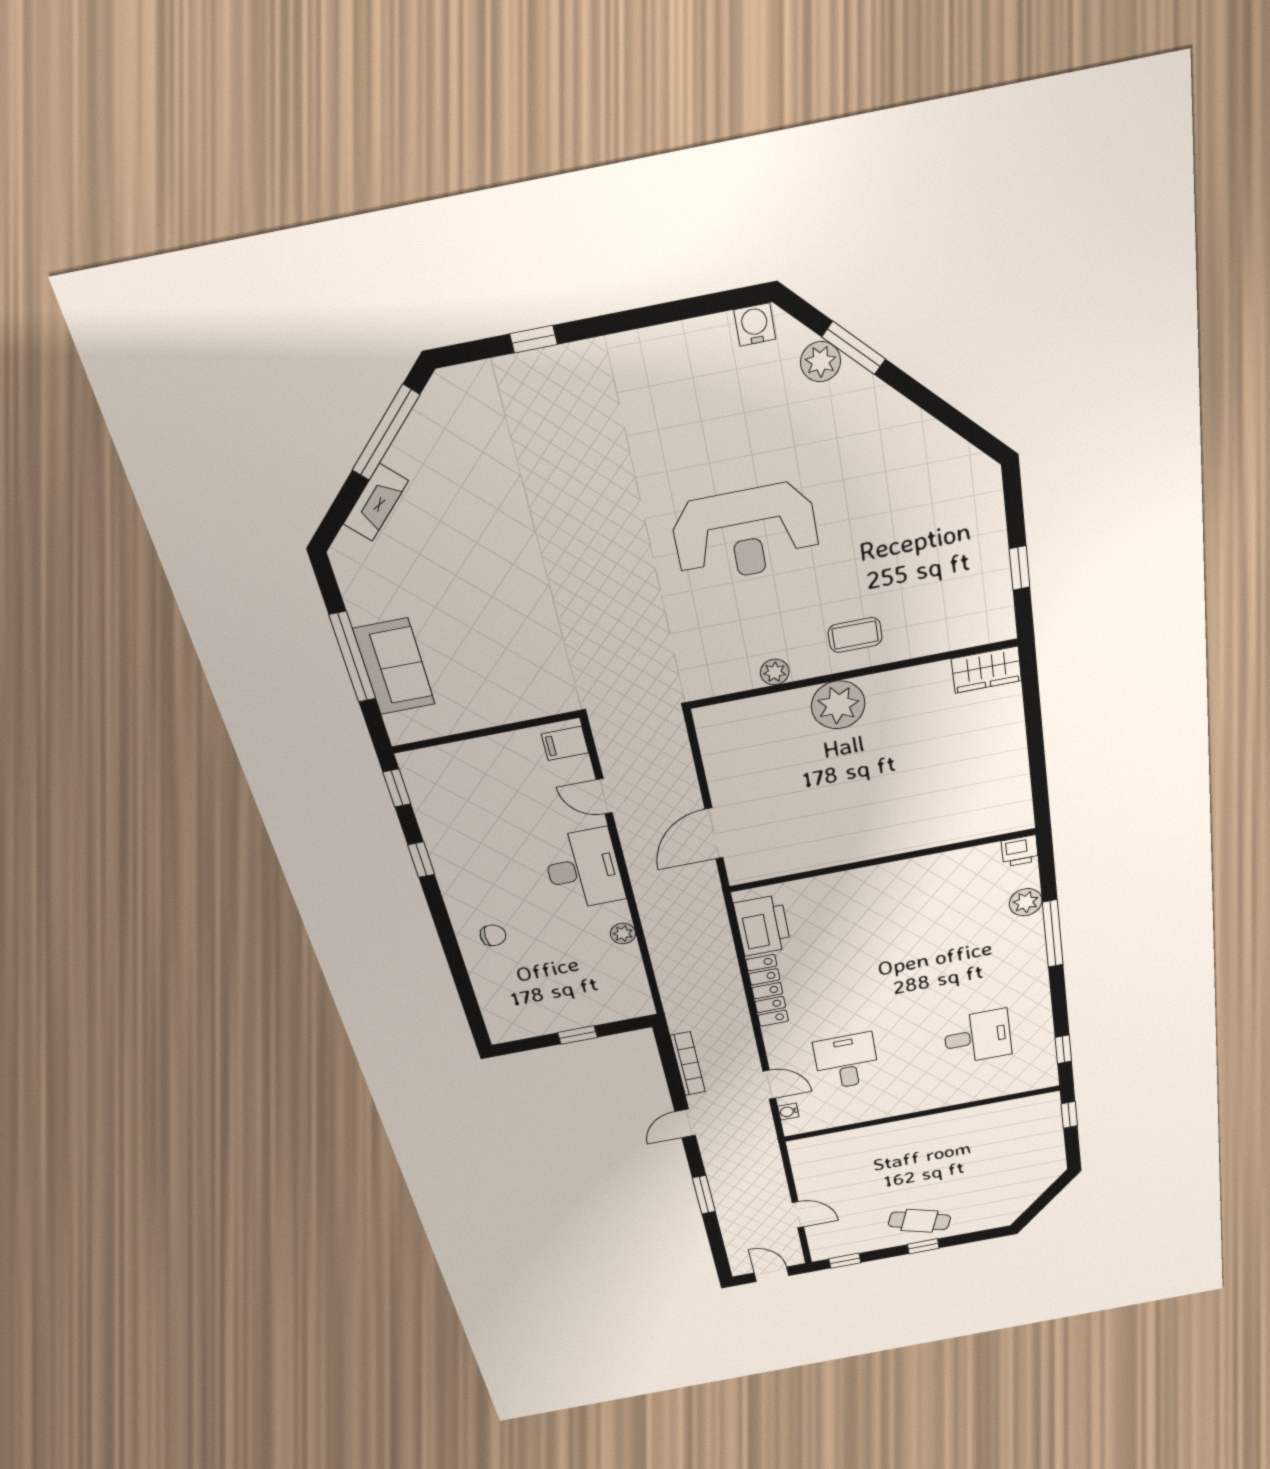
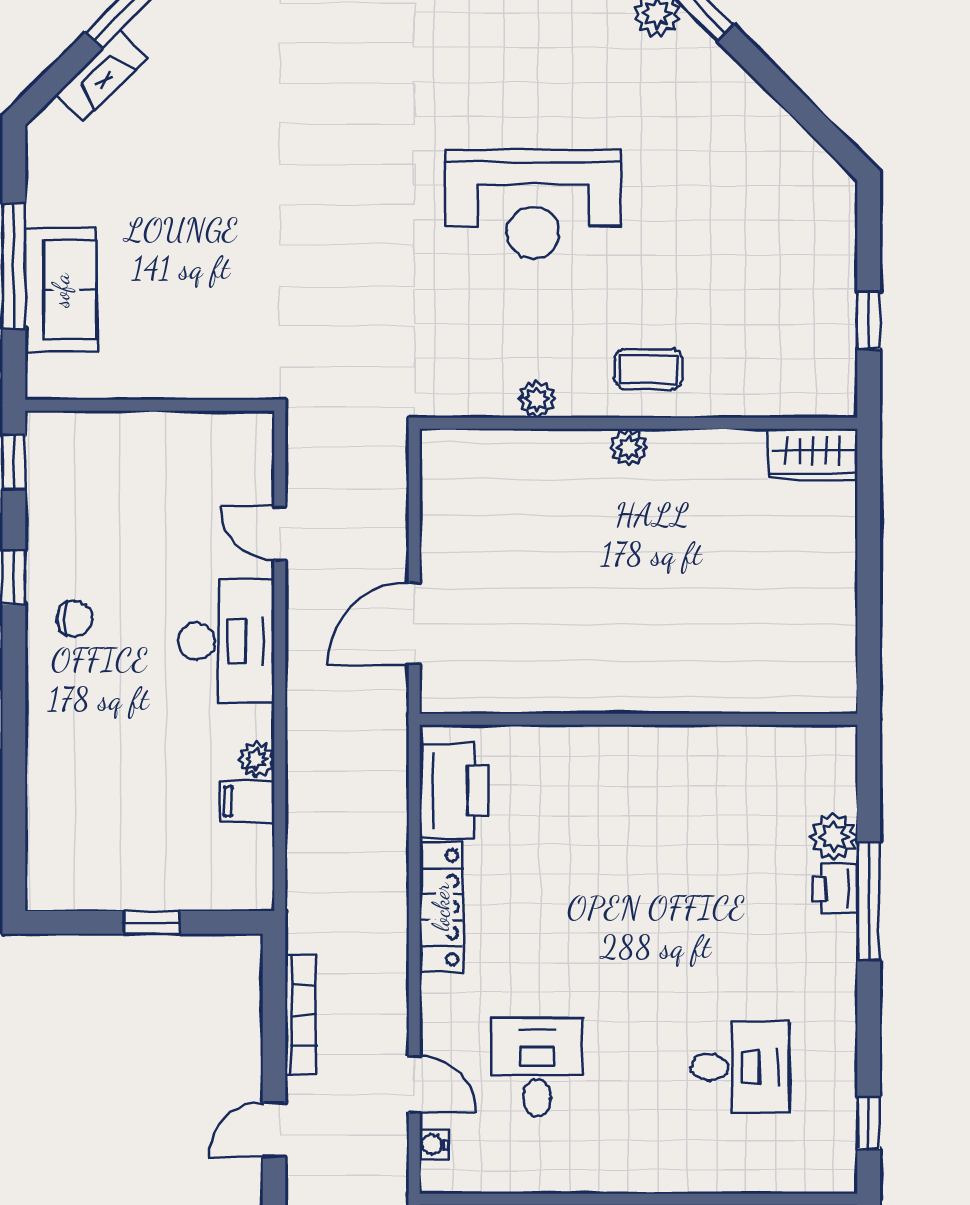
plant: (838, 705) -> (629, 448), width x0.53, depth x0.53
filing cabinet: (565, 743) -> (247, 801), moved
printer: (1020, 851) -> (835, 889), moved, turned 90
chair: (493, 935) -> (74, 619), moved

